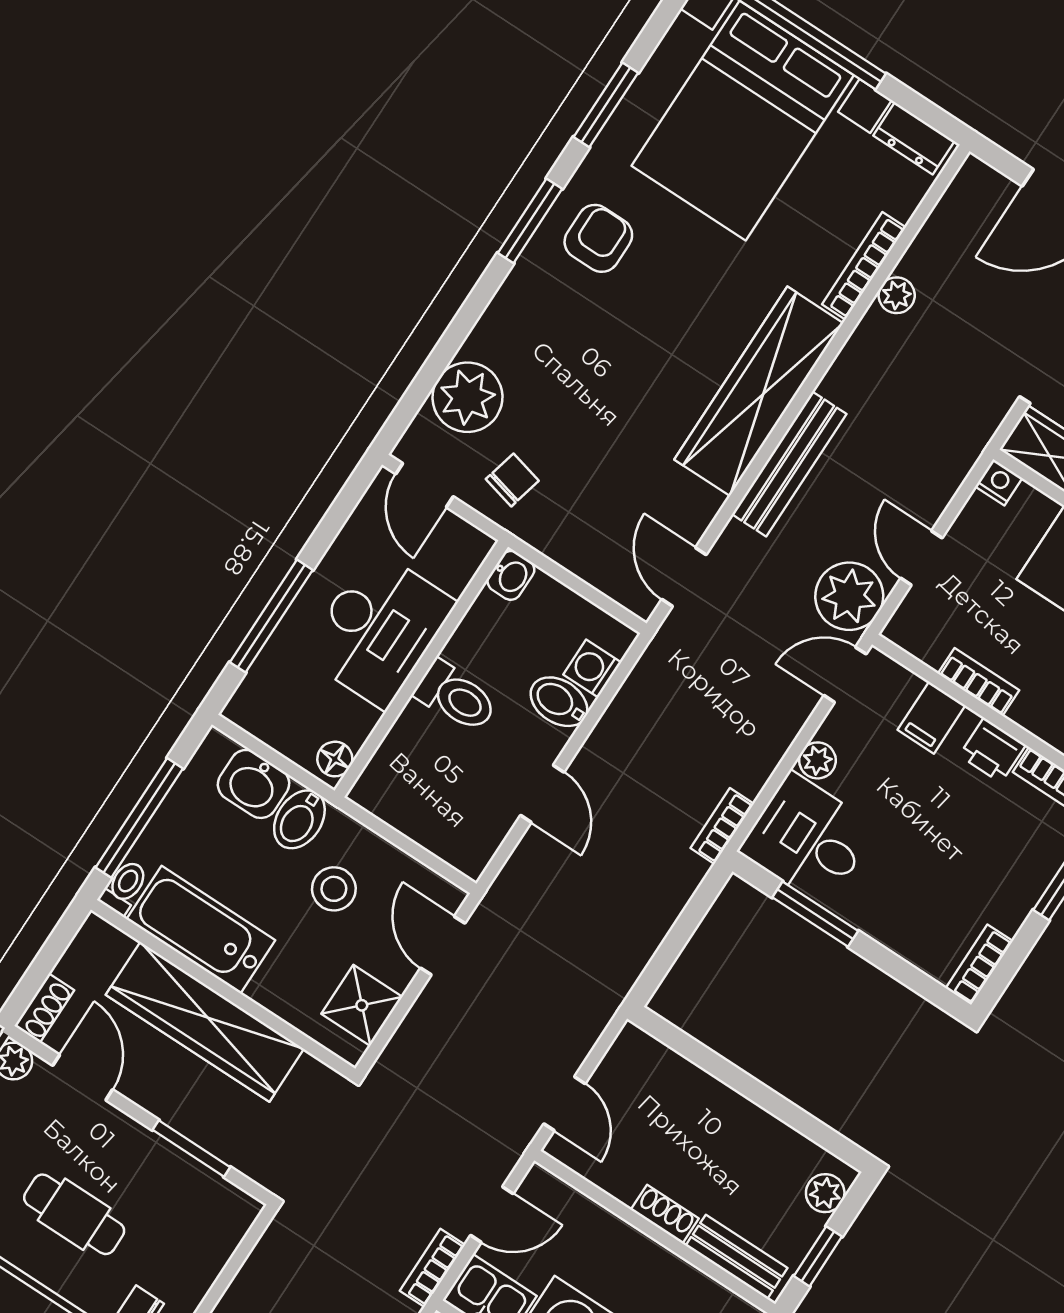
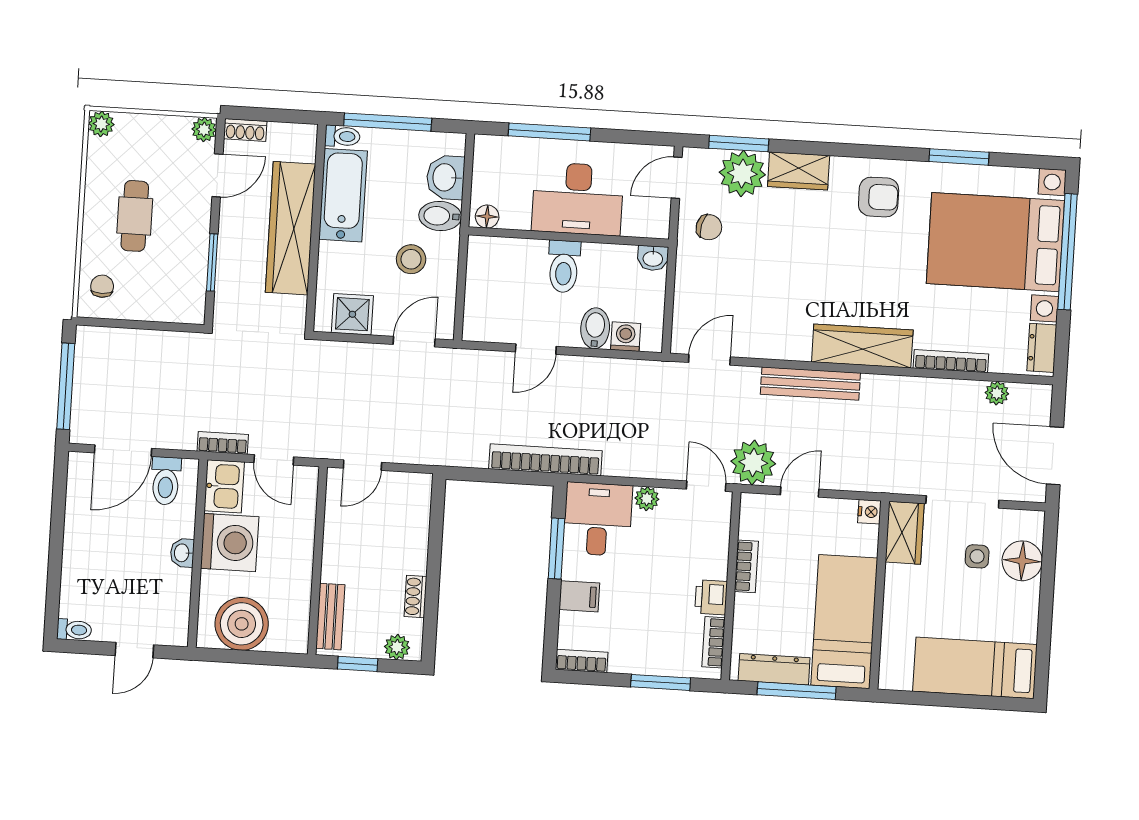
window: (530, 221) -> (739, 144), moved
plant: (897, 295) -> (997, 393), moved
wardrobe: (506, 323) -> (799, 171), added
wardrobe: (759, 391) -> (862, 346), width x0.71, depth x0.85
filing cabinet: (931, 718) -> (579, 596), moved, turned 180
bookcase: (722, 826) -> (545, 460), width x2.31, depth x1.31
shoe rack: (665, 1214) -> (415, 596), moved, turned 180

